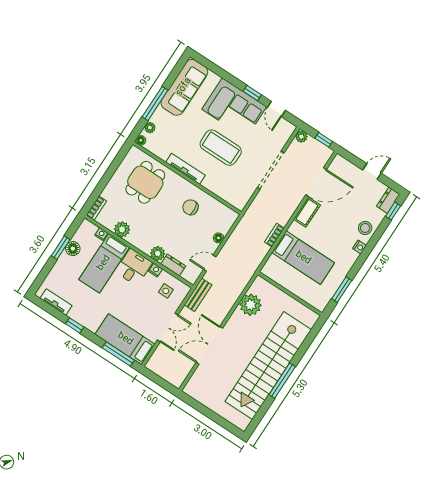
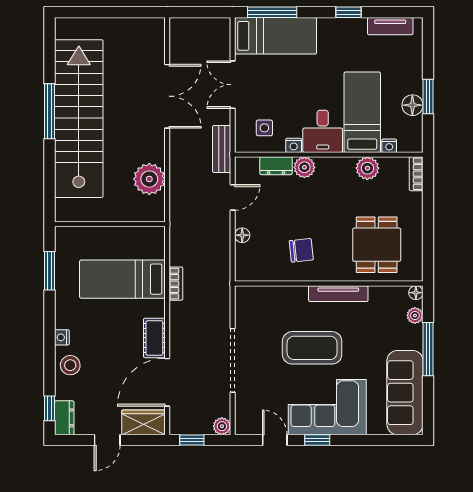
wardrobe: (345, 168) -> (143, 422), added

